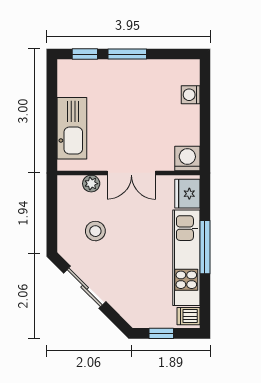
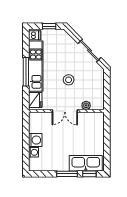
kitchen sink: (72, 128) -> (86, 163), moved, turned 90
washing machine: (187, 158) -> (35, 140), moved, turned -90
double door: (131, 173) -> (65, 111), swing flipped
stool: (95, 231) -> (69, 80), moved

